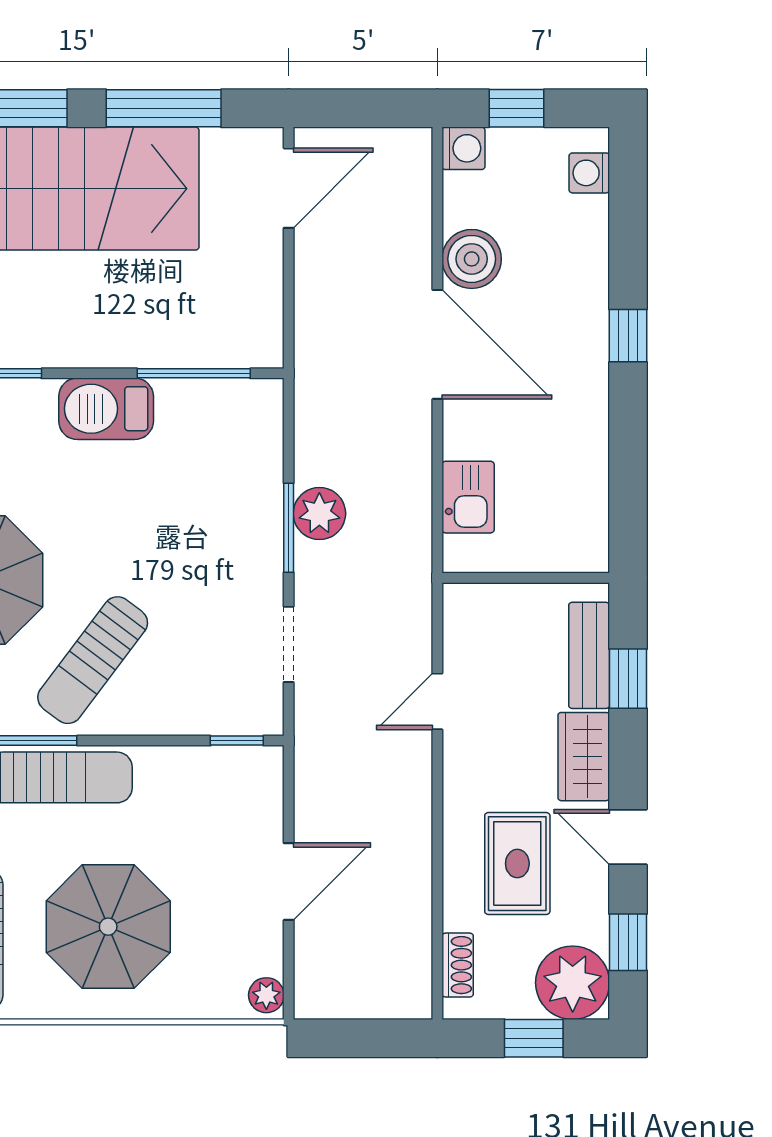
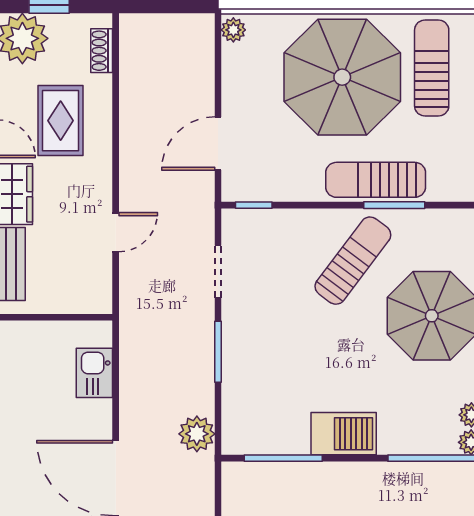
plant: (319, 514) -> (197, 434), moved
door: (289, 882) -> (218, 144), moved
parasol: (108, 927) -> (342, 77), width x1.36, depth x1.36

